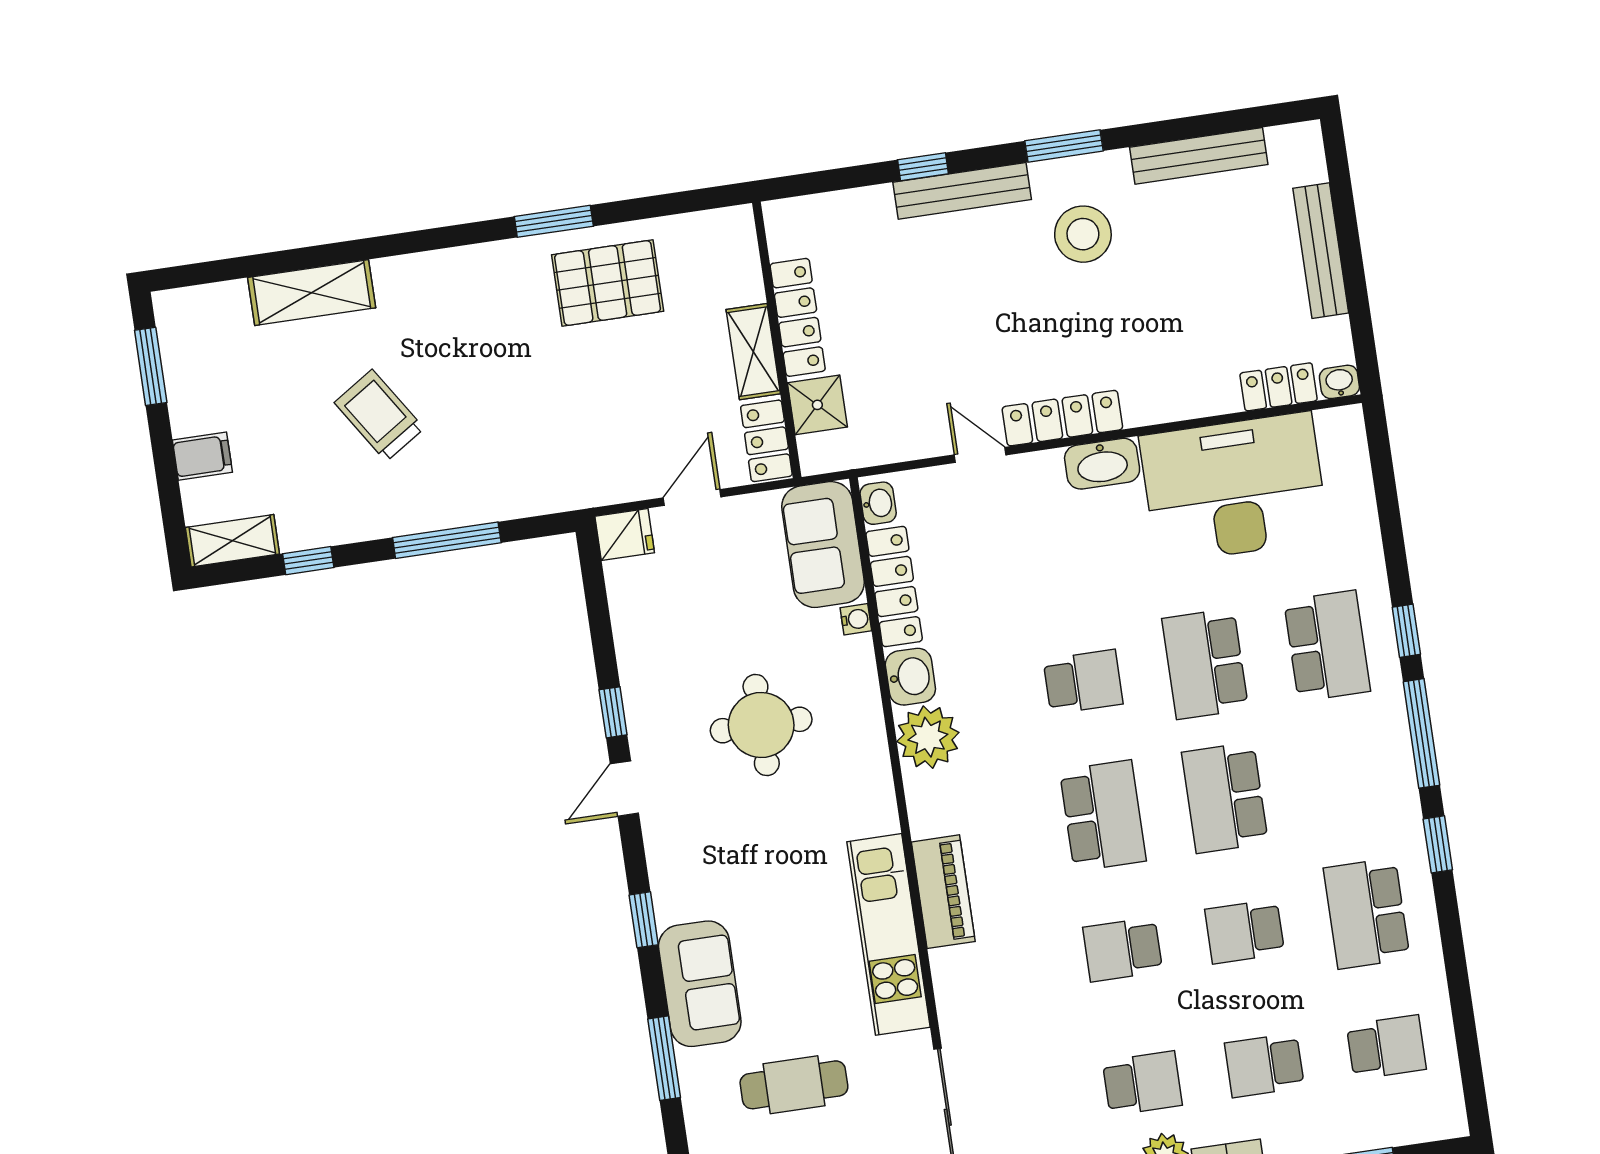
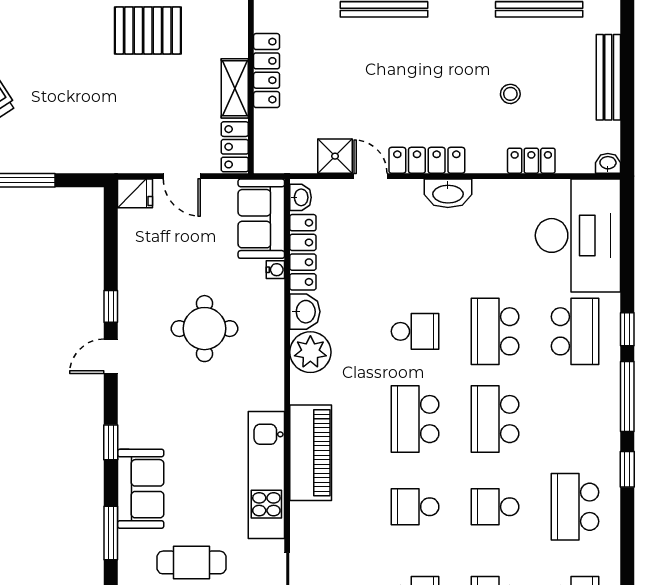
stool: (1083, 234) -> (510, 94), moved, width x0.53, depth x0.53
locker: (1279, 387) -> (531, 161), moved
shower: (817, 405) -> (335, 156), moved
desk: (1234, 488) -> (578, 235), moved, turned 90
door: (692, 497) -> (182, 176), swing flipped
school desk: (1103, 816) -> (415, 419), turned 180
piano: (943, 892) -> (311, 453), width x1.37, depth x1.33

